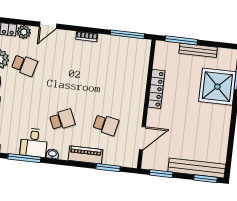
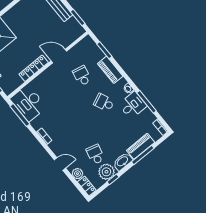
desk: (131, 53) -> (28, 103), added
door: (142, 138) -> (59, 56), moved

